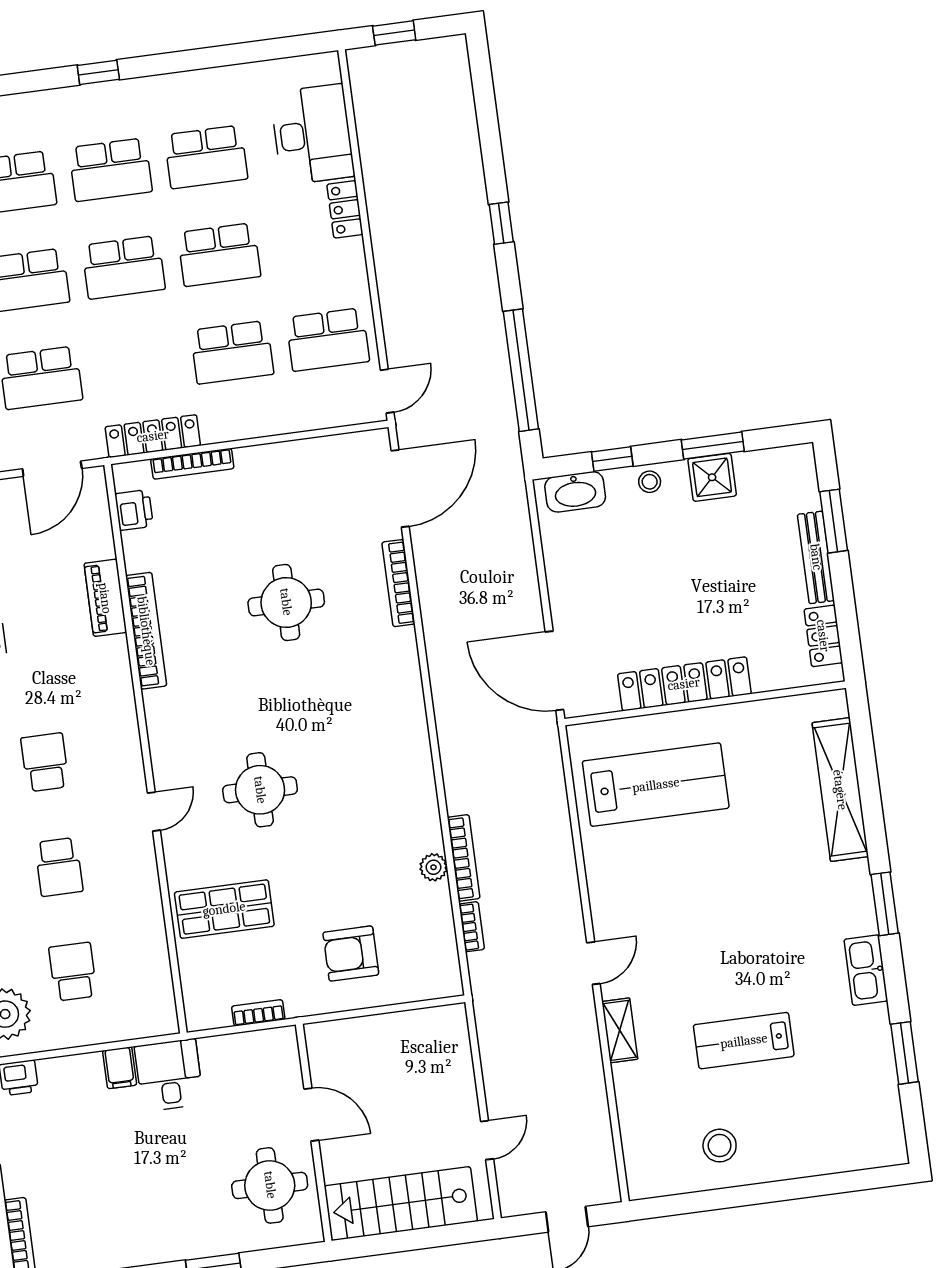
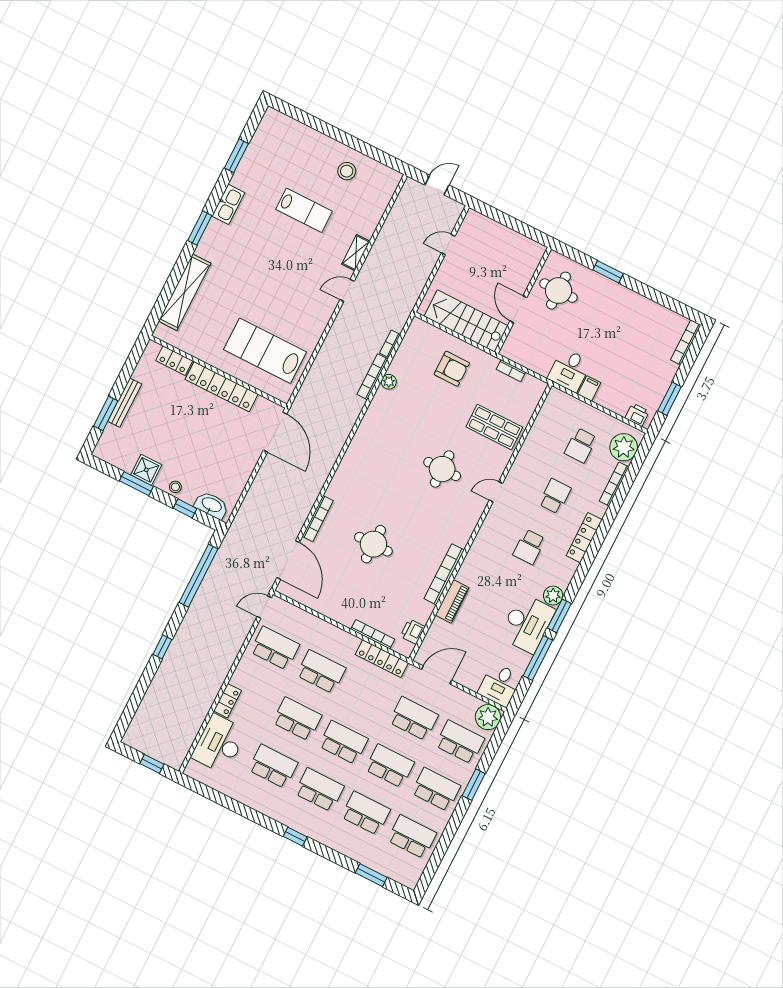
door: (400, 489) -> (288, 560), swing flipped
locker: (823, 636) -> (174, 361), moved, turned 90
stairs: (401, 1204) -> (466, 321), moved, turned 180

